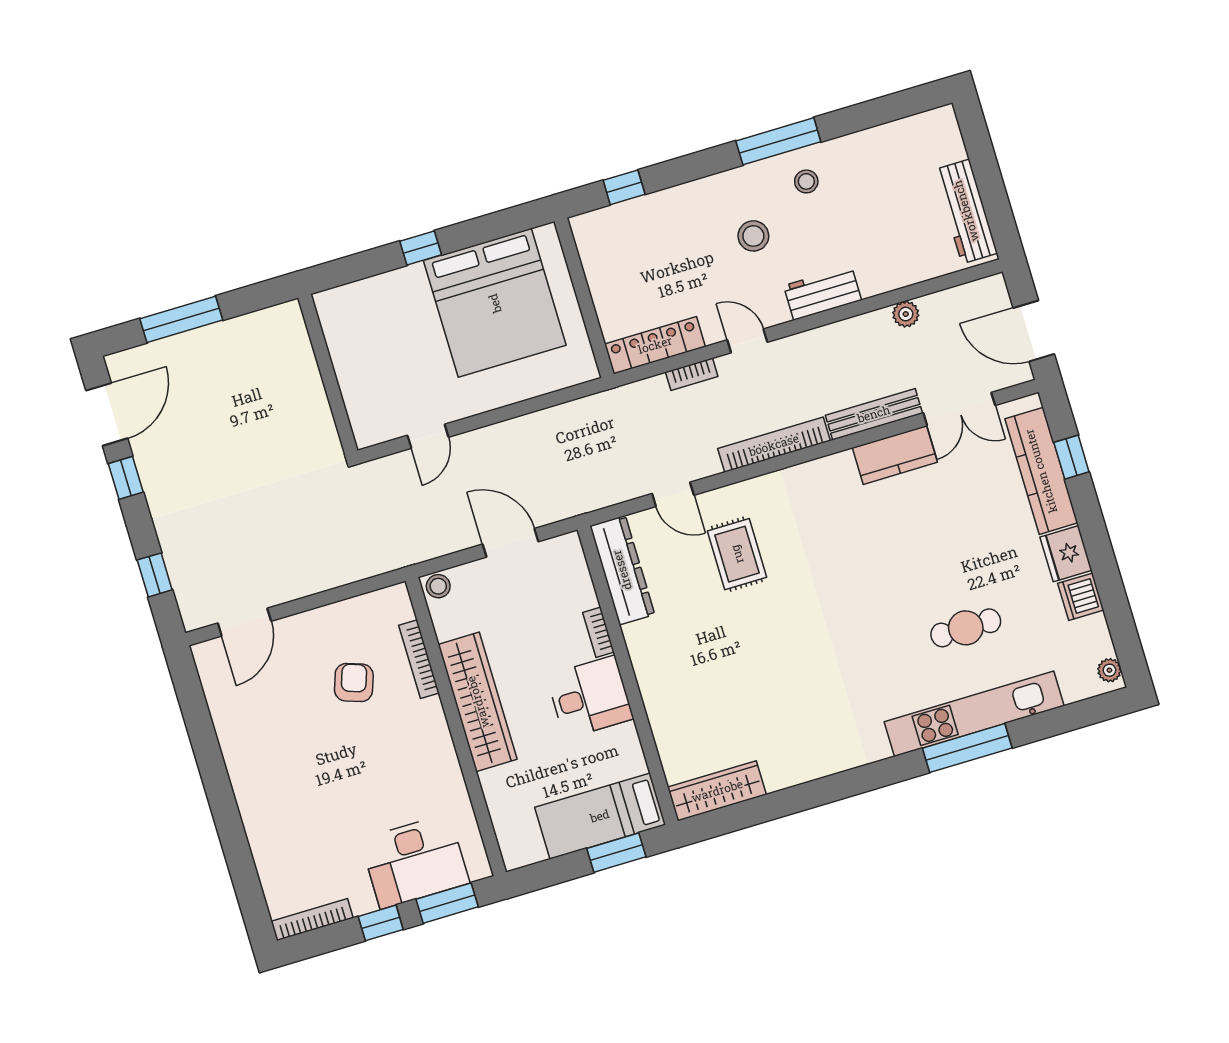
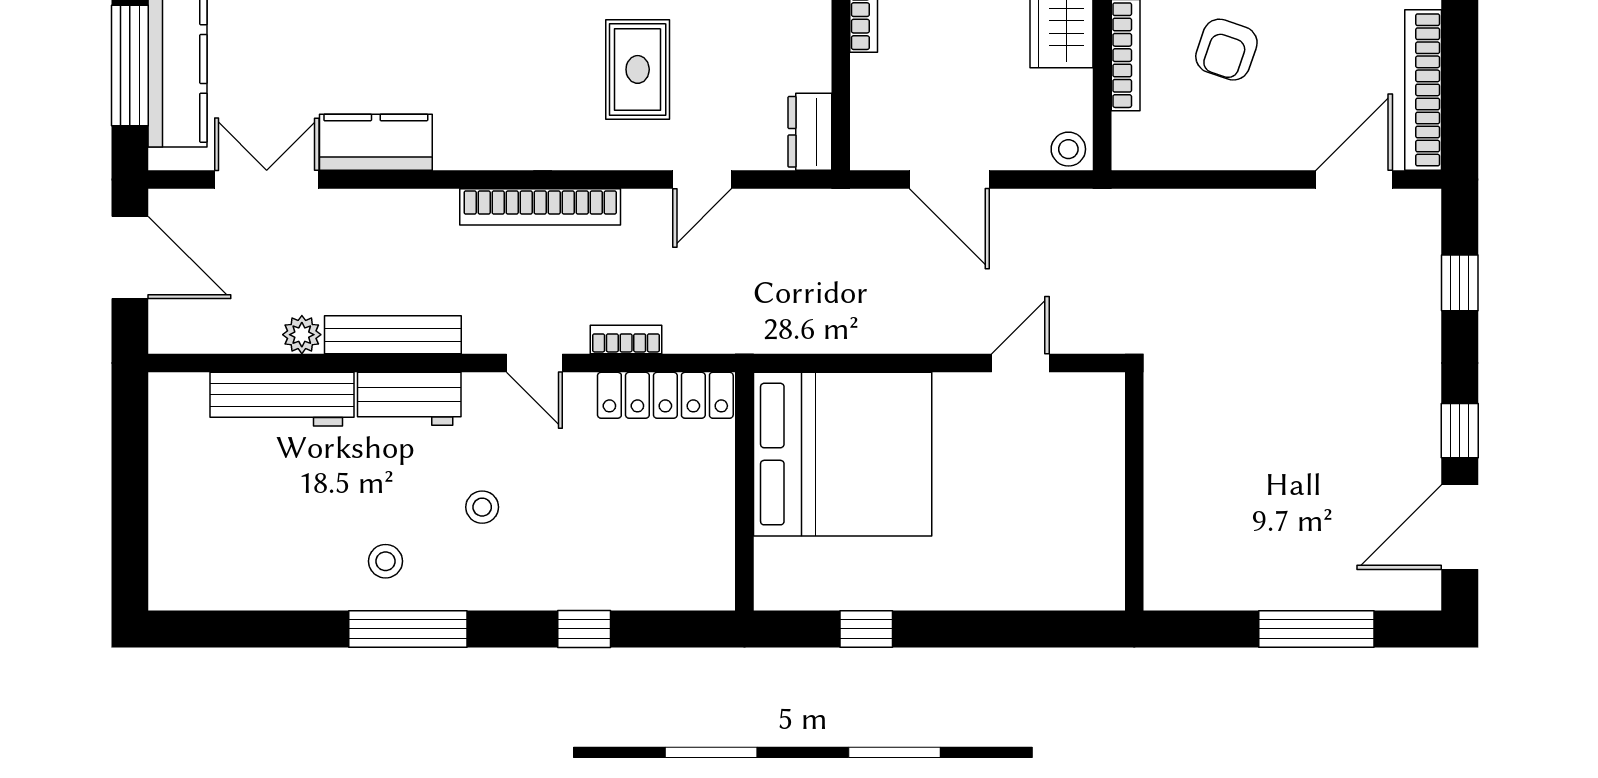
window: (624, 187) -> (584, 629), moved
workbench: (966, 211) -> (282, 399), moved, turned 90
stool: (753, 236) -> (482, 507), width x0.73, depth x0.73
window: (421, 248) -> (866, 629), moved
bed: (495, 303) -> (843, 454), moved, turned 90
bench: (874, 414) -> (393, 335), moved
window: (1071, 457) -> (130, 66), width x2.17
door: (673, 494) -> (702, 180), swing flipped
dresser: (622, 570) -> (810, 132), width x0.51, depth x0.80
bookcase: (217, 695) -> (1423, 90), added

